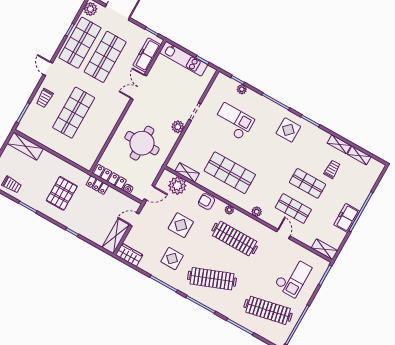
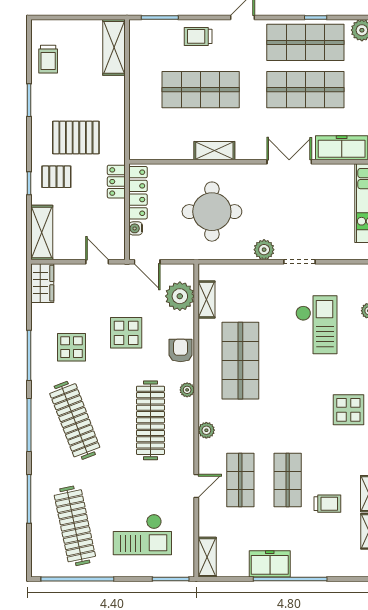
shelving: (110, 124) -> (214, 151), added
pallet: (77, 216) -> (56, 177), added
shelving: (116, 236) -> (42, 232), moved, turned 90

